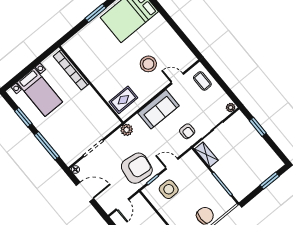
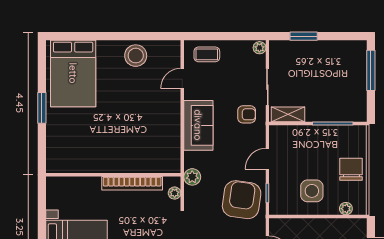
stool: (148, 64) -> (136, 56), moved
bookcase: (71, 70) -> (132, 183), moved
rug: (123, 100) -> (158, 154), removed
plant: (109, 127) -> (175, 193), added
window: (270, 181) -> (371, 70), width x1.44
side table: (169, 189) -> (312, 191), moved

